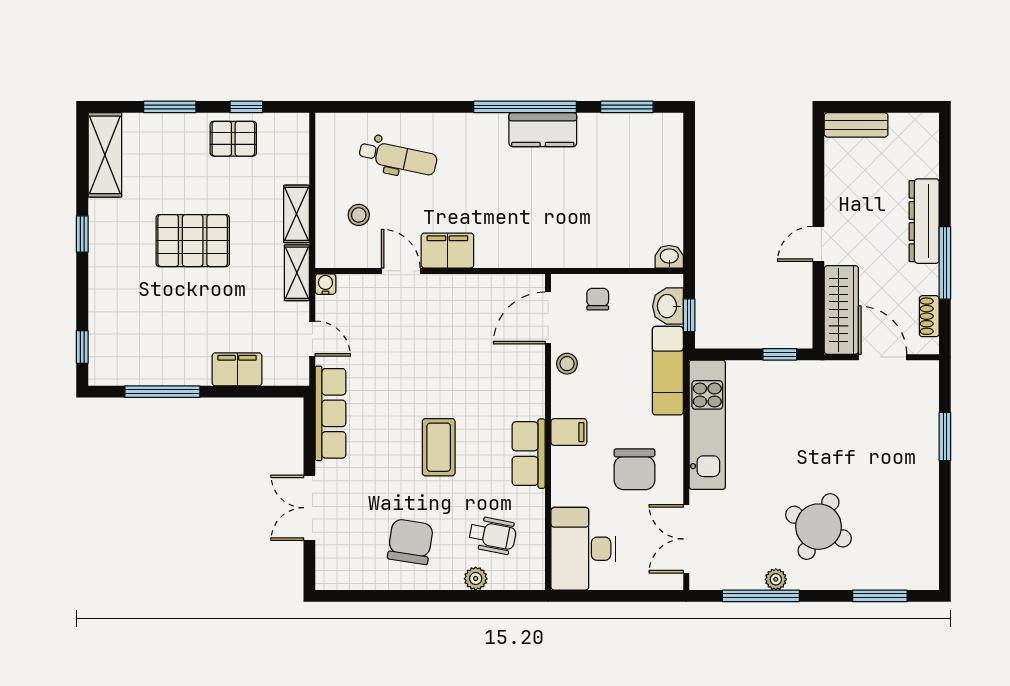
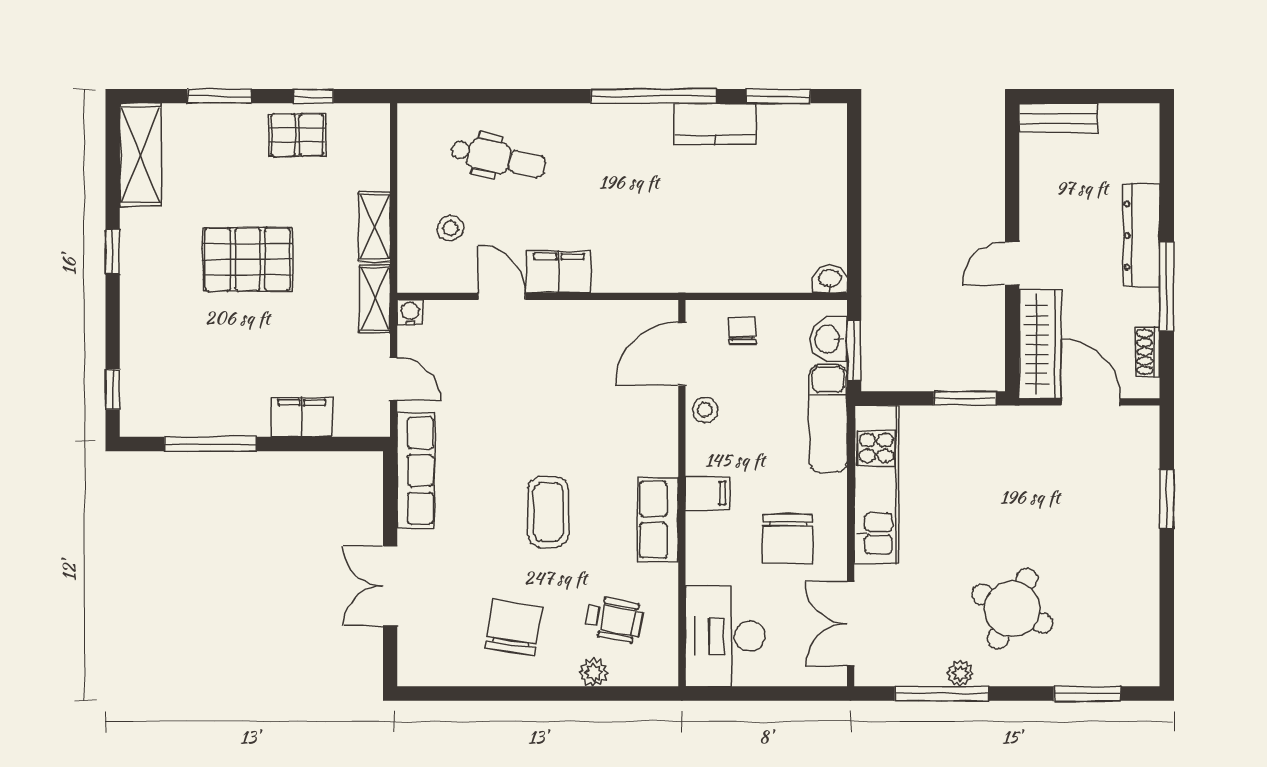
kitchen counter: (543, 130) -> (715, 124), moved
window: (689, 315) -> (854, 351), width x1.50
window: (780, 354) -> (965, 398), width x1.50

